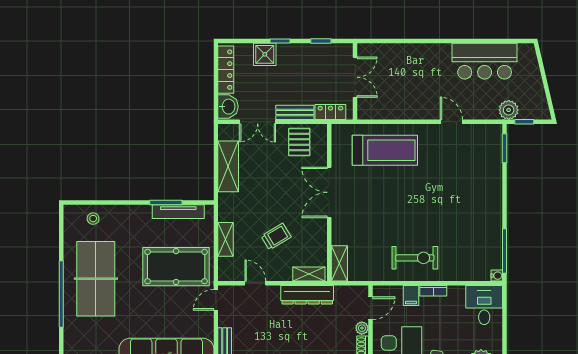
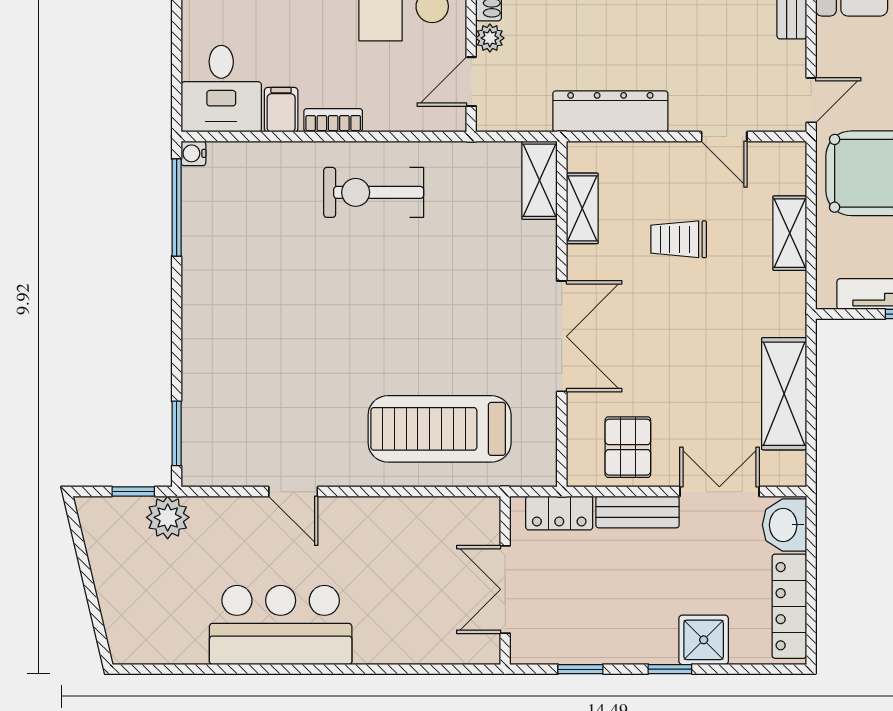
bar counter: (485, 61) -> (281, 625), moved
trolley: (276, 237) -> (679, 239), turned 31
shelving: (309, 274) -> (582, 208), moved, turned 90
filing cabinet: (411, 295) -> (281, 110), moved

